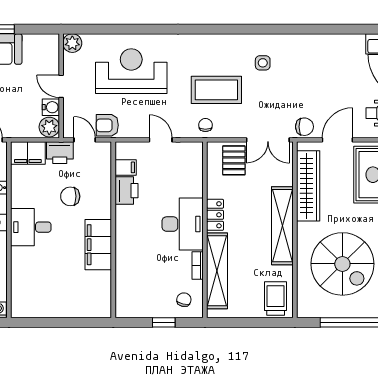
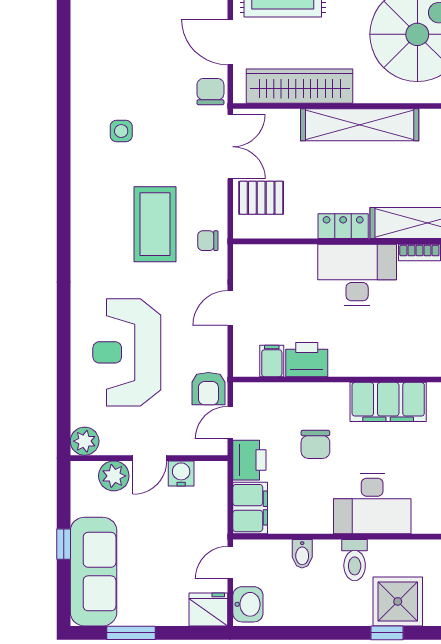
side table: (263, 63) -> (121, 131), moved
plant: (49, 127) -> (114, 476), moved
desk: (31, 227) -> (372, 504), width x1.37

